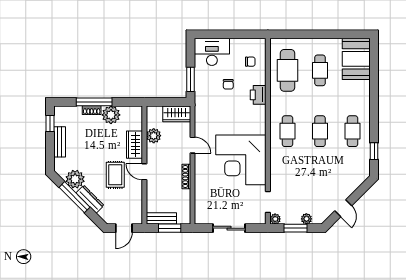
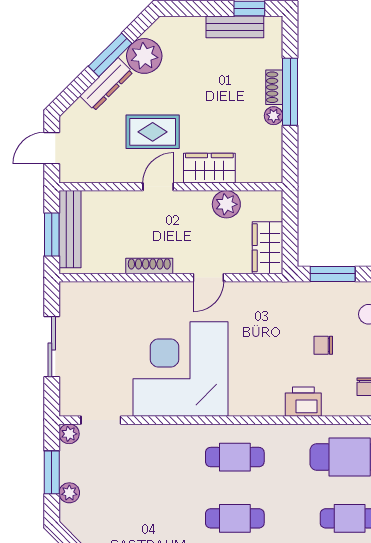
plant: (111, 115) -> (274, 116), width x0.53, depth x0.53
bench: (60, 142) -> (235, 27), moved
window: (74, 197) -> (110, 55), width x0.69
bench: (161, 218) -> (70, 229), width x1.36
door: (124, 228) -> (52, 148), hinge flipped

